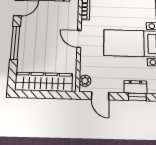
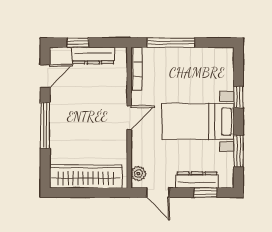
door: (79, 39) -> (129, 118), swing flipped
dresser: (135, 87) -> (197, 180), width x1.44

